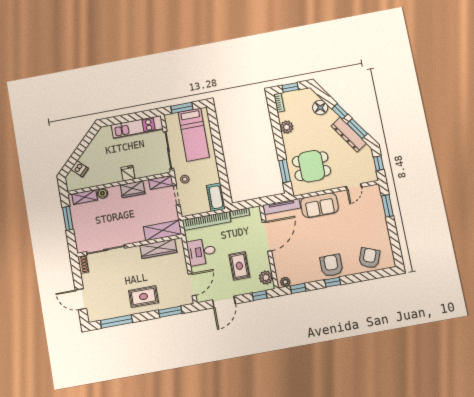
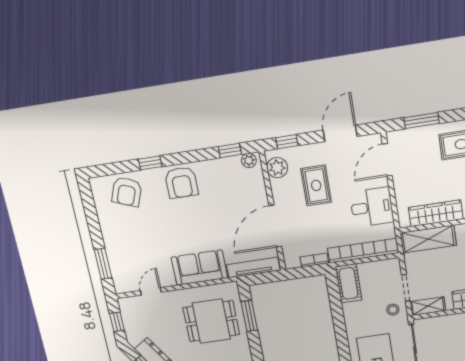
window: (333, 282) -> (150, 163), moved

